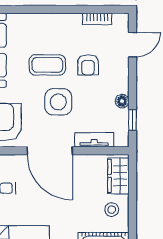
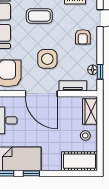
coffee table: (47, 65) -> (39, 16), moved
armchair: (88, 65) -> (83, 37), moved
floor lamp: (122, 101) -> (93, 70), moved

